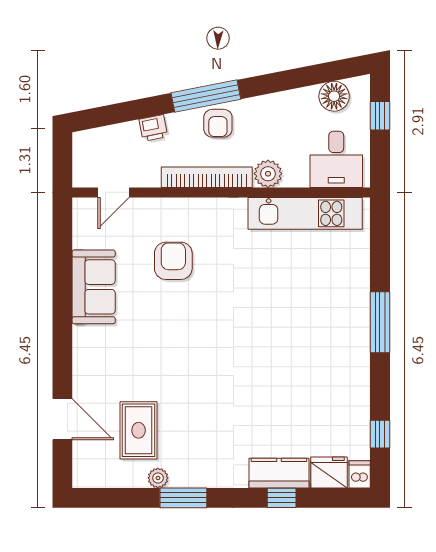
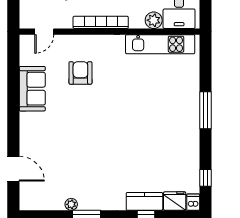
plant: (268, 174) -> (154, 20), moved
rug: (139, 430) -> (59, 175), removed

